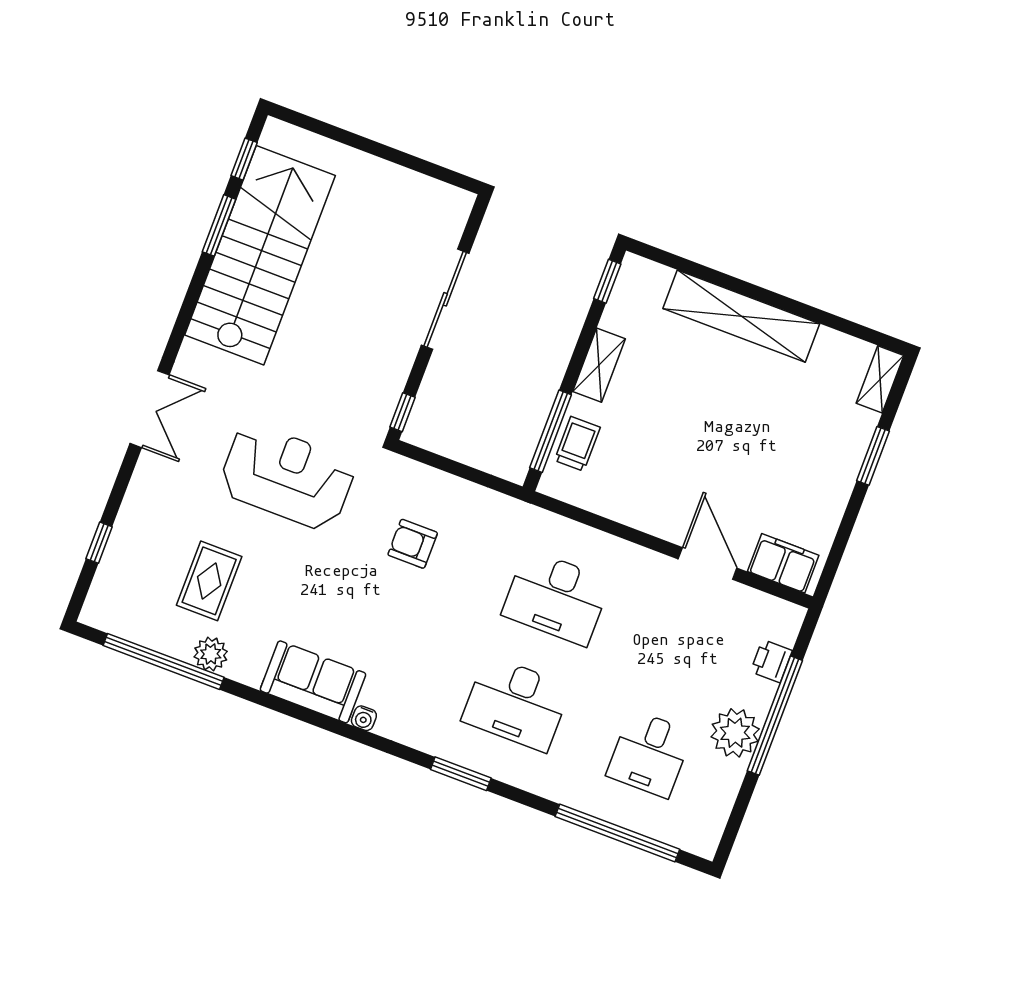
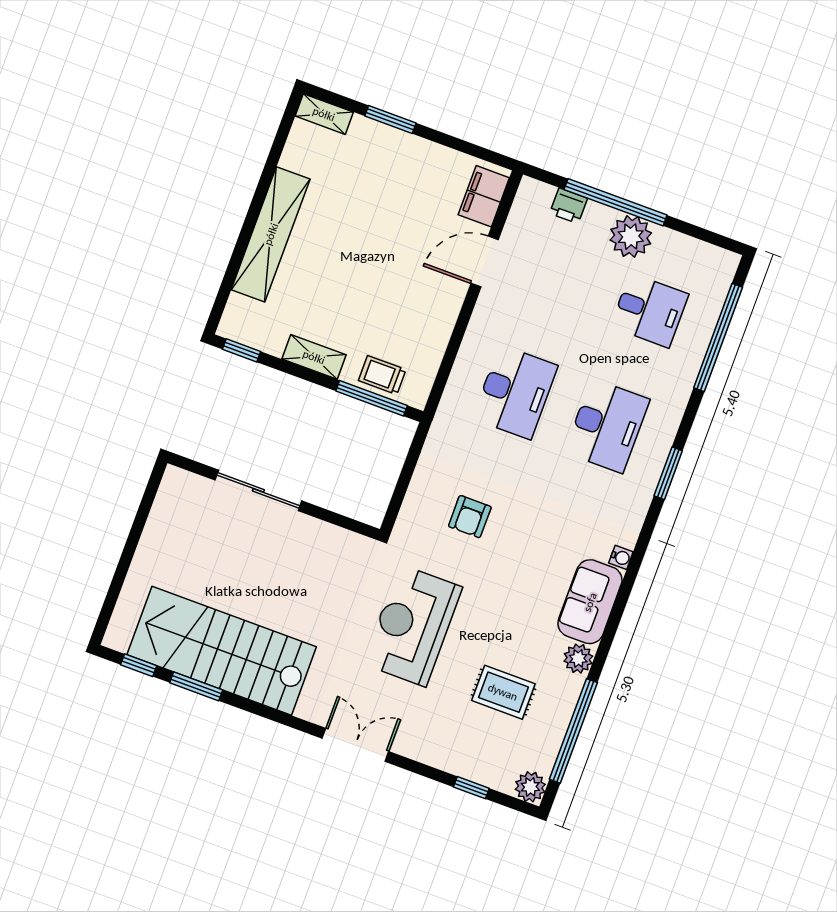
window: (402, 412) -> (356, 526), removed
plant: (99, 611) -> (530, 787), added
plant: (211, 654) -> (578, 659), moved

